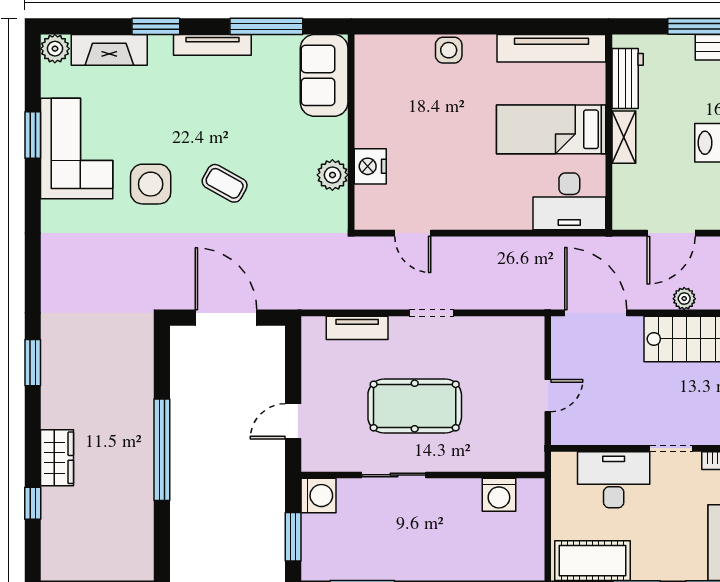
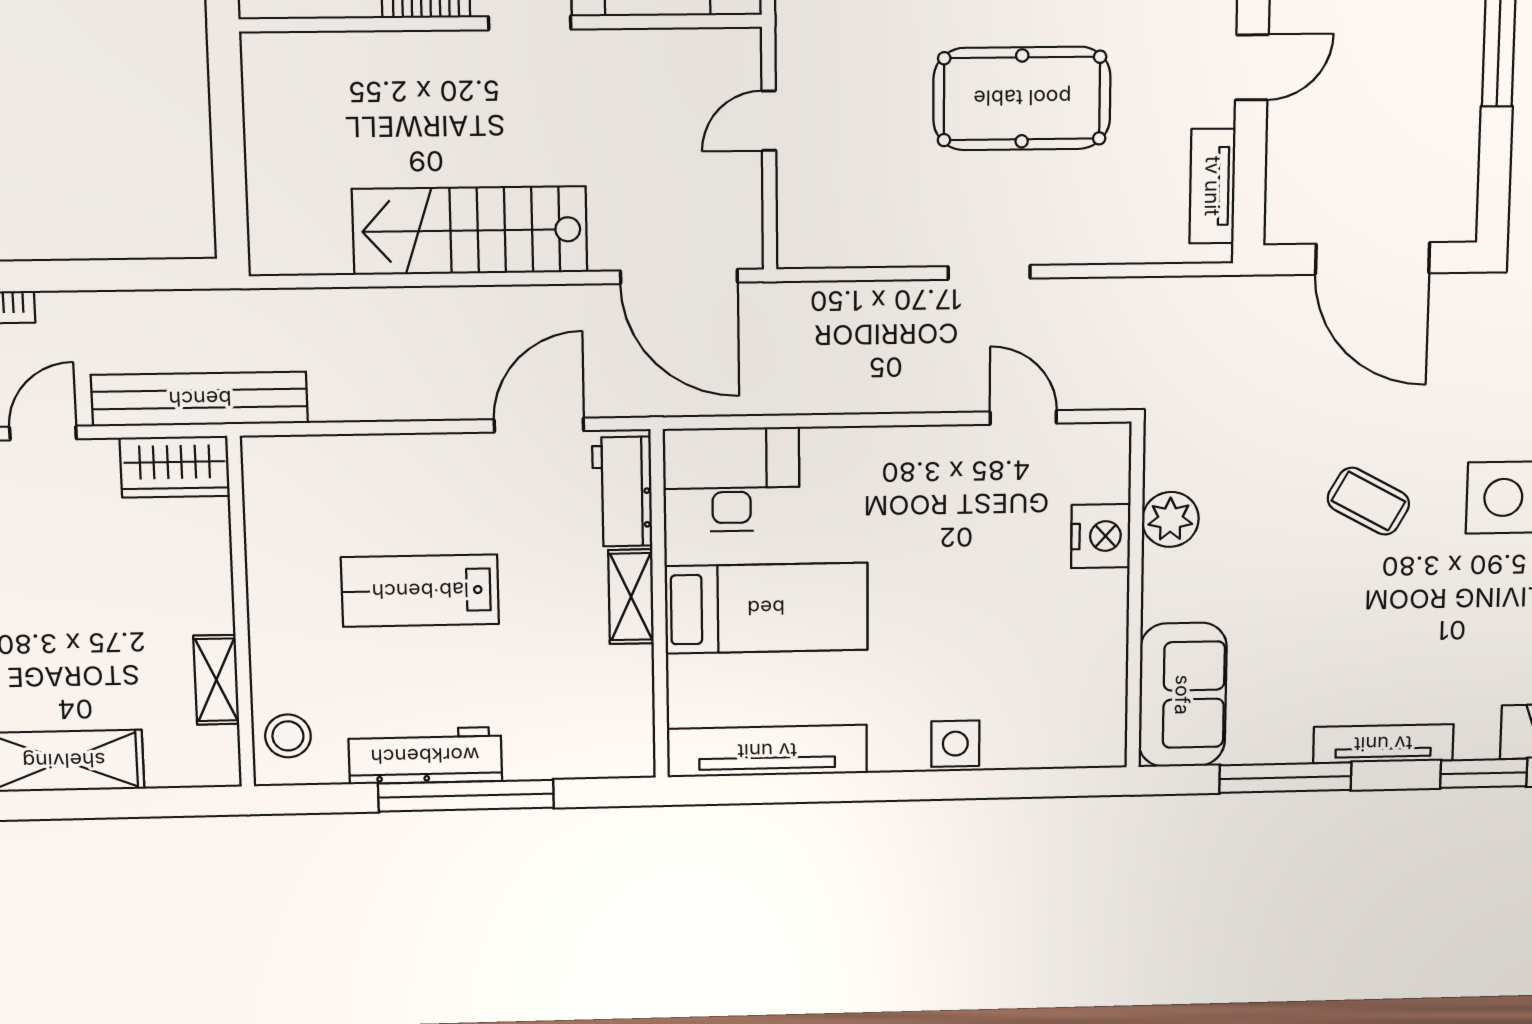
workbench: (628, 79) -> (622, 492), moved
plant: (684, 299) -> (511, 305), removed
tv unit: (357, 328) -> (1213, 186), moved, turned -90

